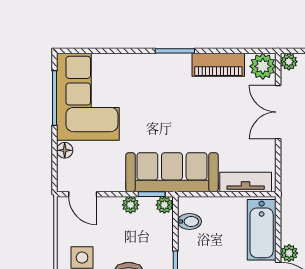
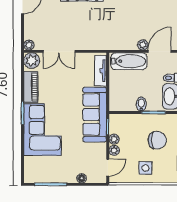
corner sofa: (88, 97) -> (42, 130), moved, turned 90
plant: (164, 205) -> (114, 150), moved
bidet: (189, 221) -> (141, 104), moved

